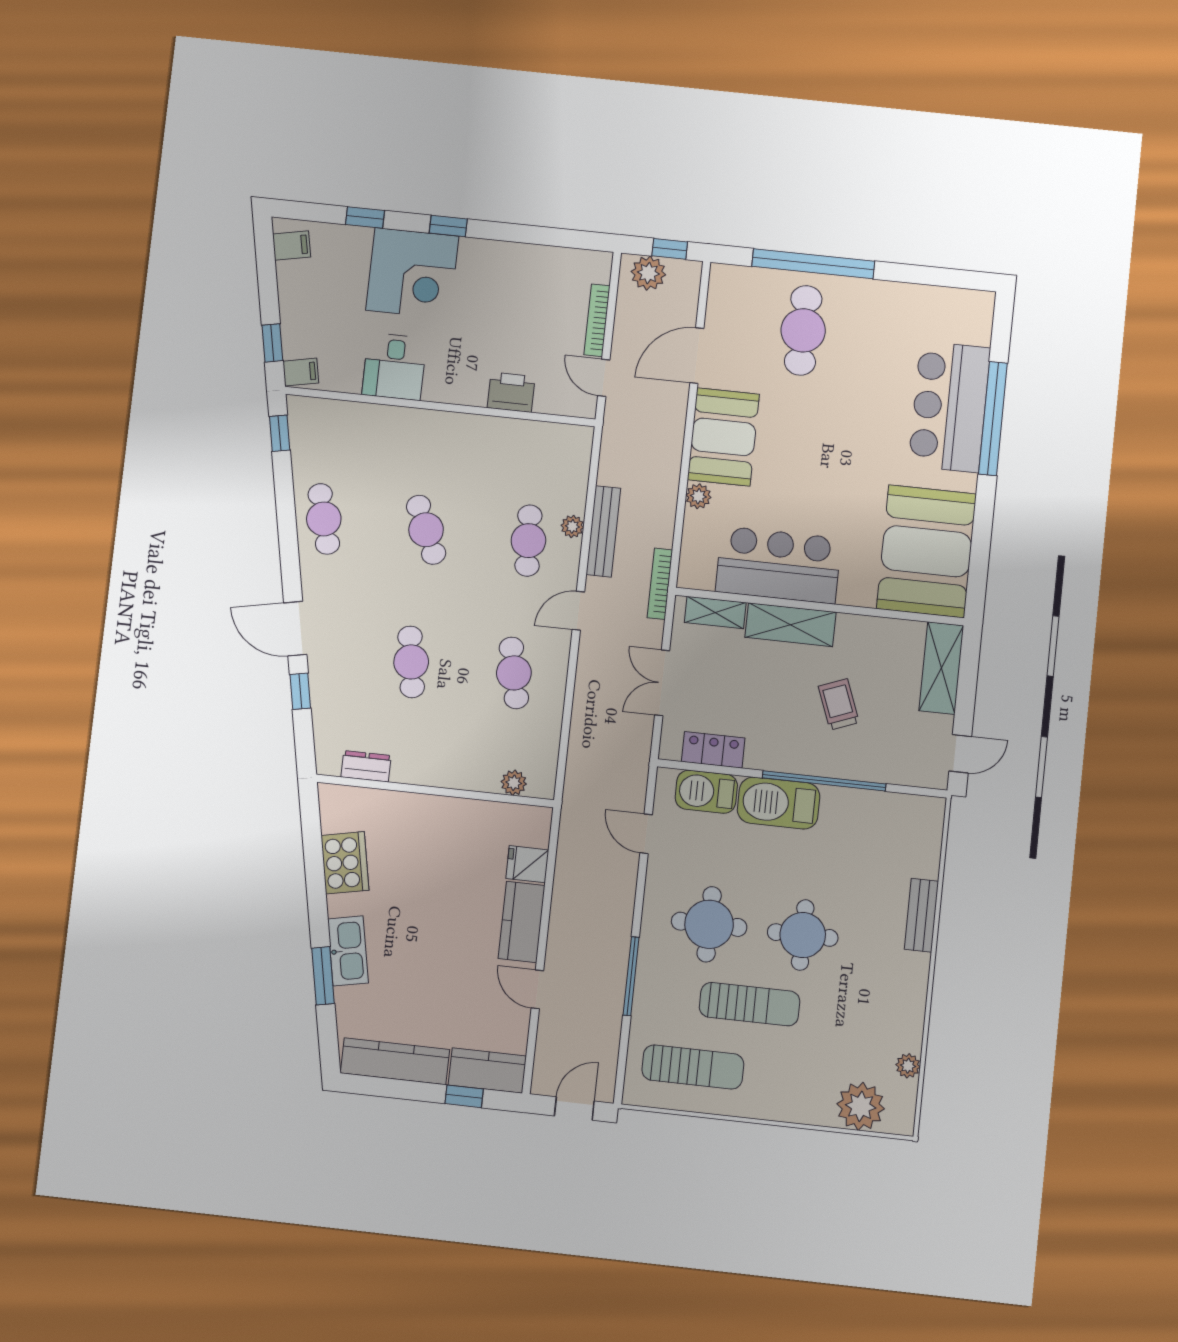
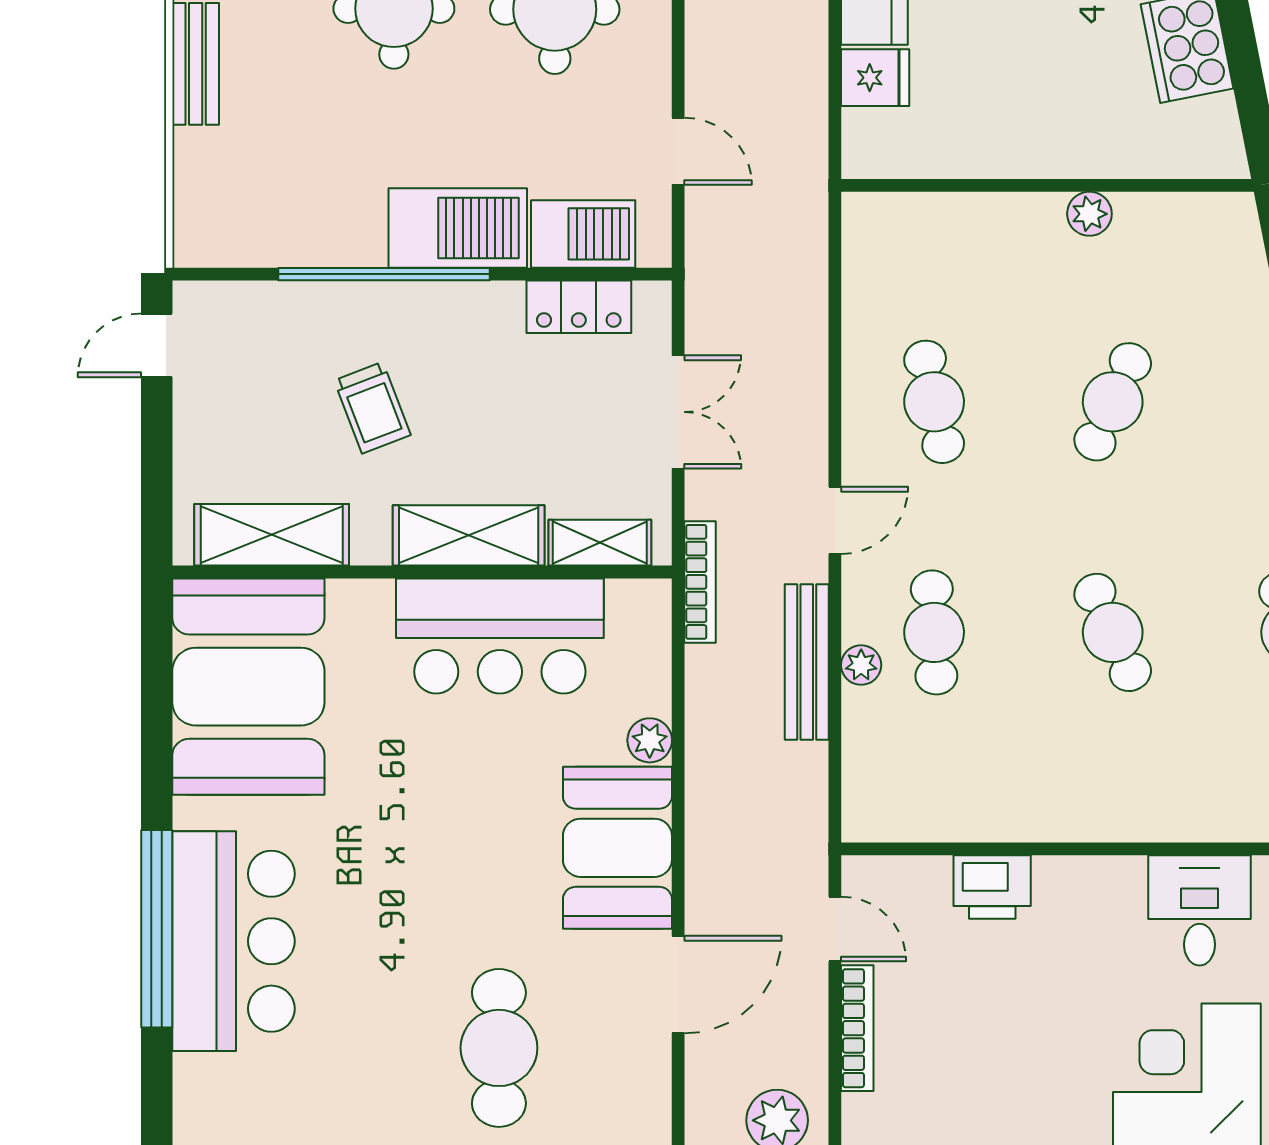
cafe table: (411, 662) -> (1113, 402), turned 33
shelving: (941, 668) -> (272, 535), moved, turned 90
dresser: (366, 766) -> (1170, 215), removed
plant: (514, 783) -> (1089, 214), moved

